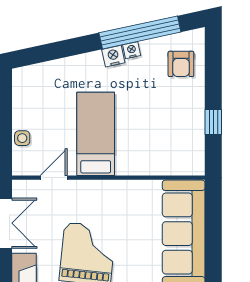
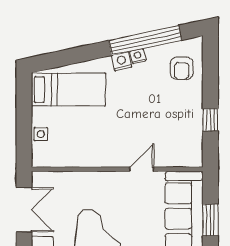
bed: (96, 134) -> (68, 89), moved, turned 90
door: (54, 178) -> (142, 169), moved
window: (213, 235) -> (210, 220), added

